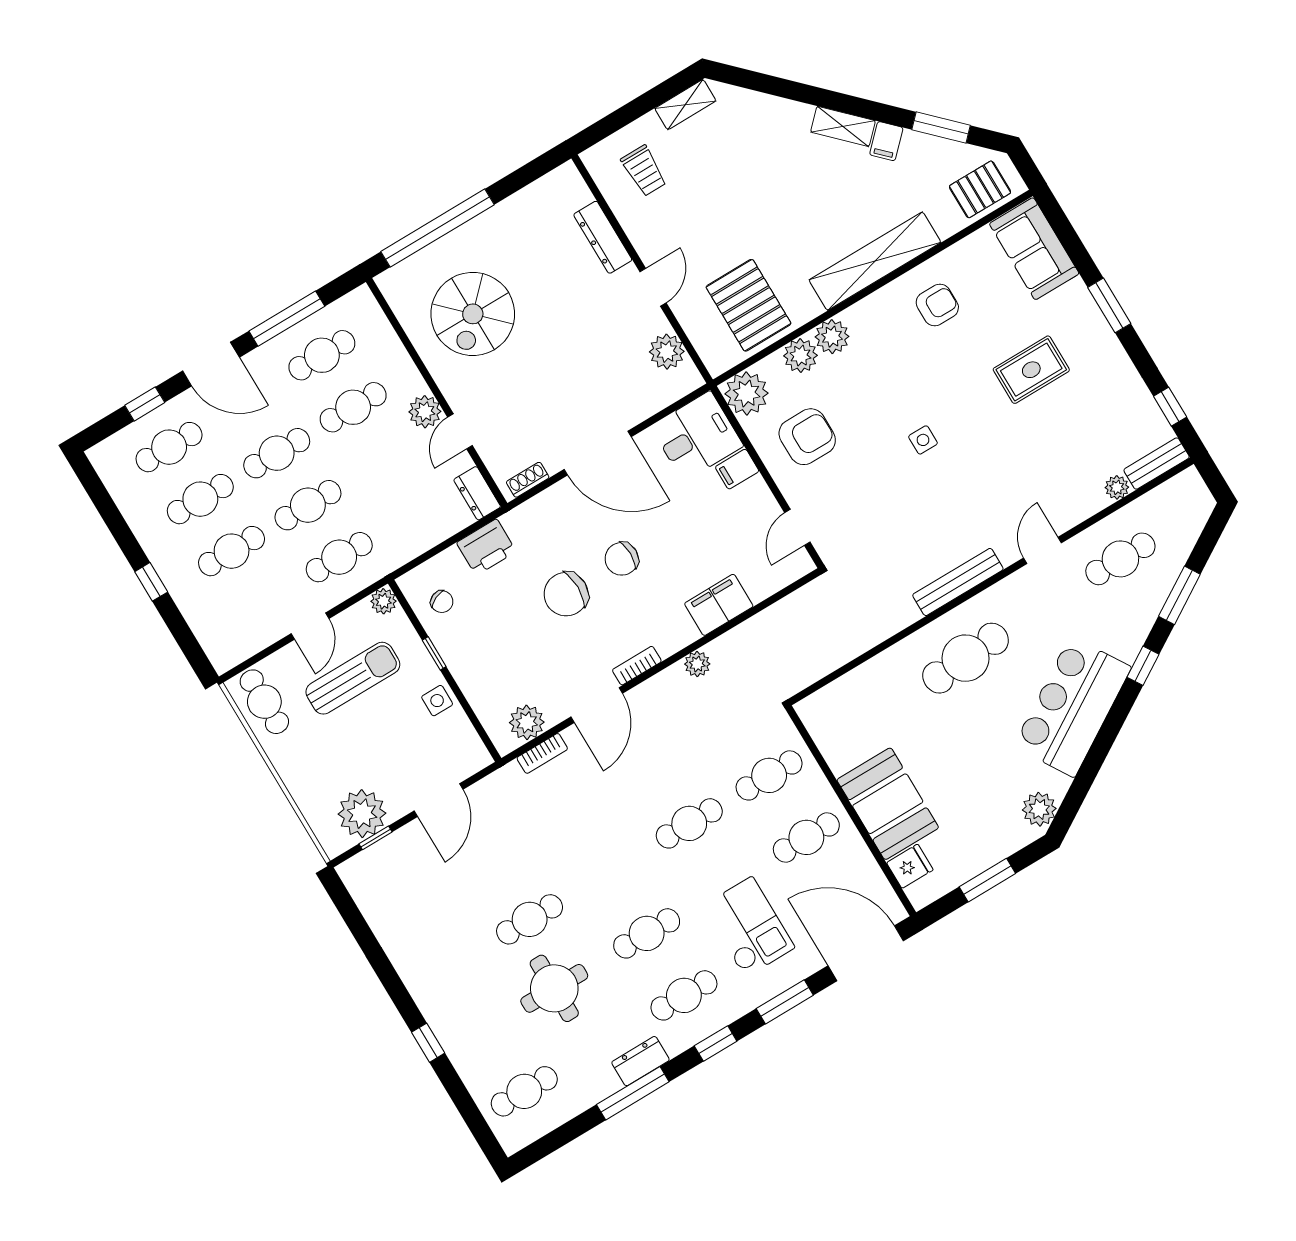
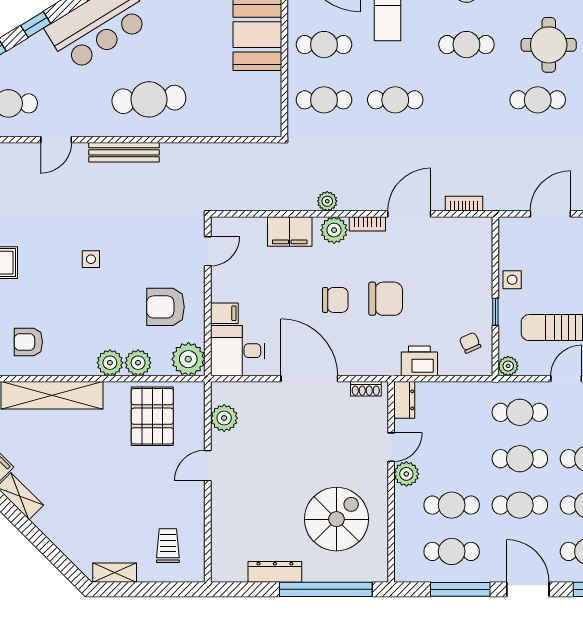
dresser: (603, 237) -> (275, 572), moved, turned -90
plant: (527, 722) -> (334, 230), moved

